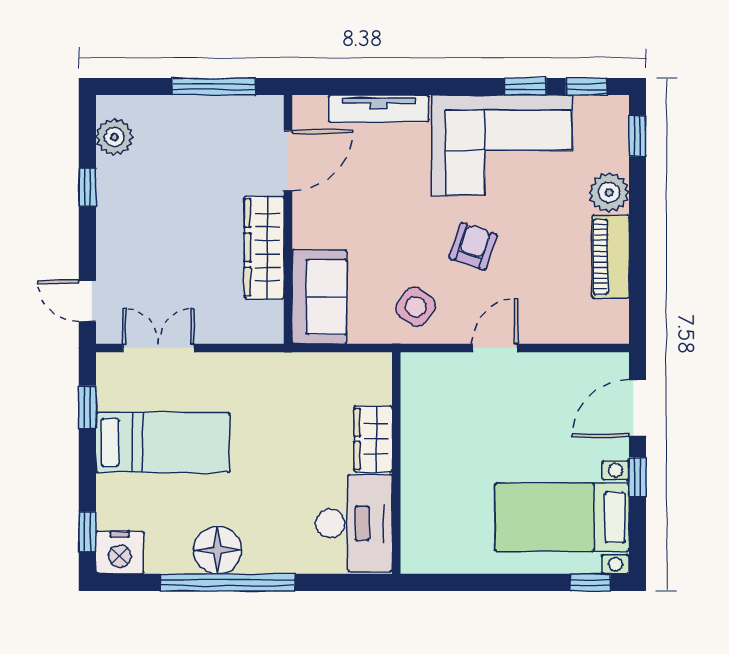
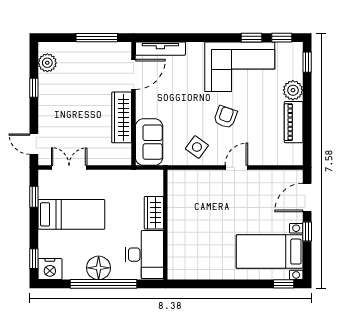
tv unit: (379, 109) -> (160, 49), moved
wardrobe: (373, 439) -> (154, 213), moved
wall: (396, 463) -> (165, 225), moved
desk: (354, 523) -> (144, 255), moved

